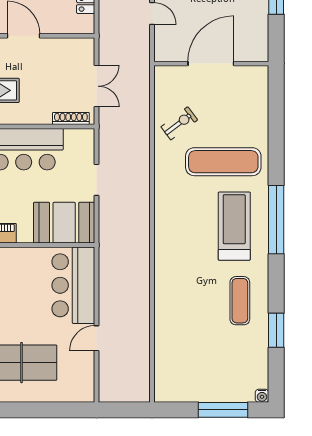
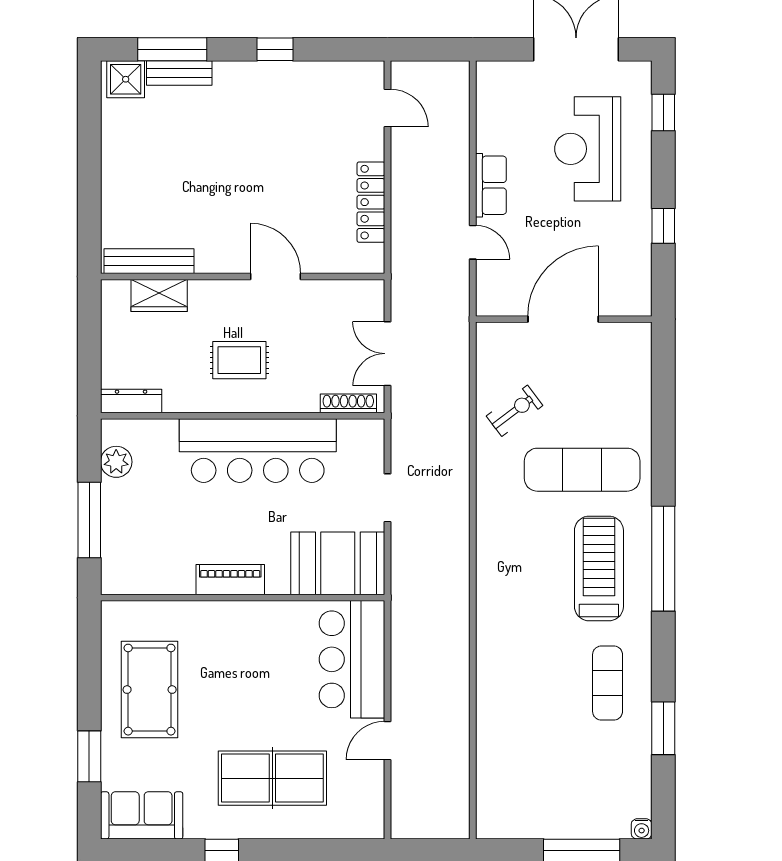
double door: (97, 86) -> (388, 354), swing flipped

